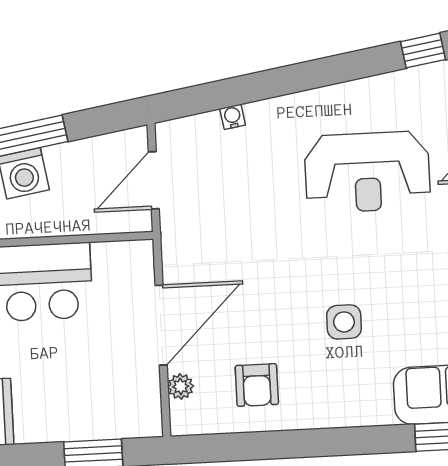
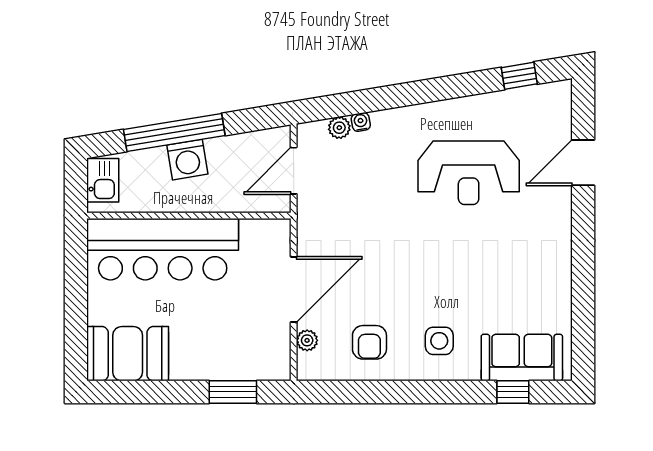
plant: (207, 125) -> (339, 128), added
side table: (344, 322) -> (439, 341), moved

